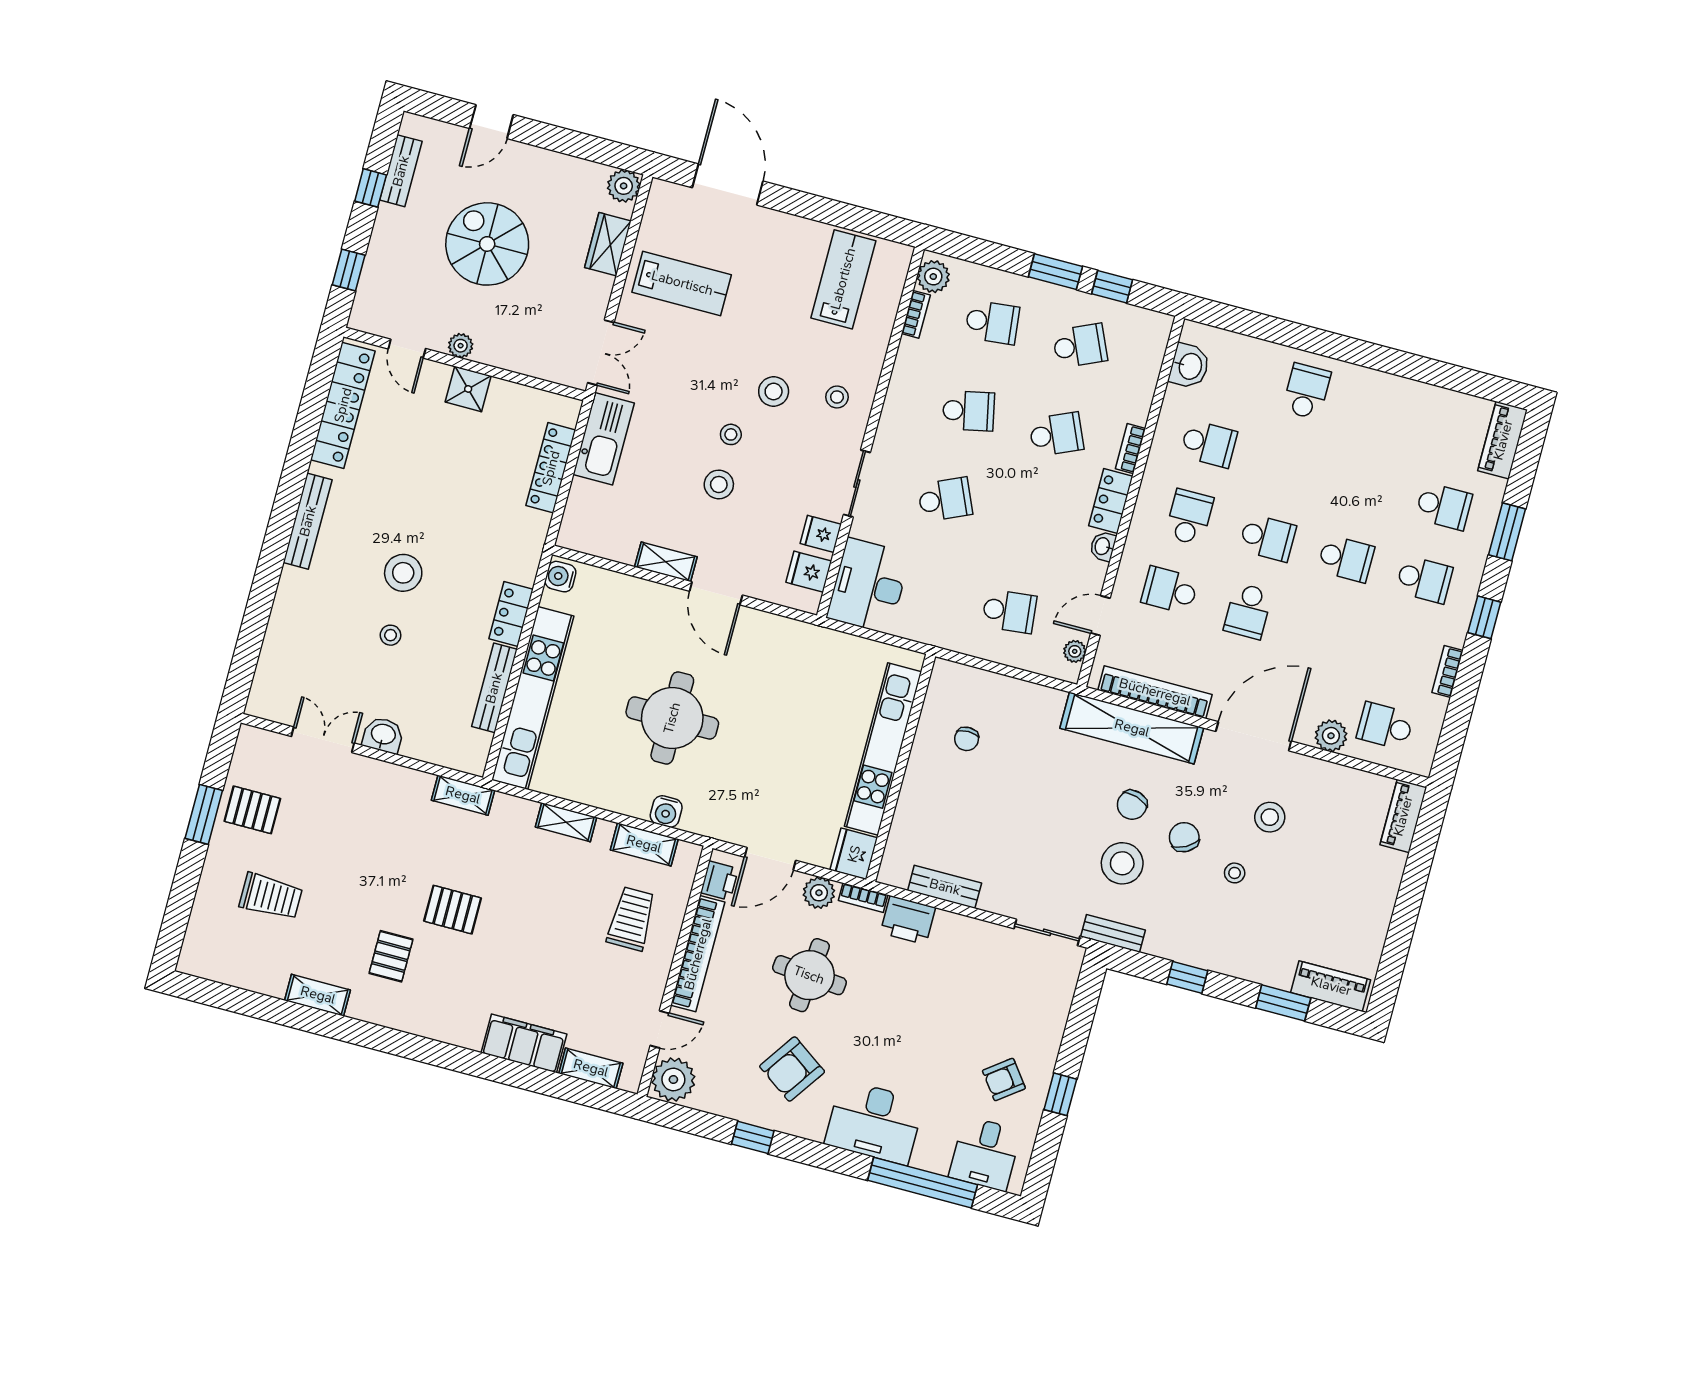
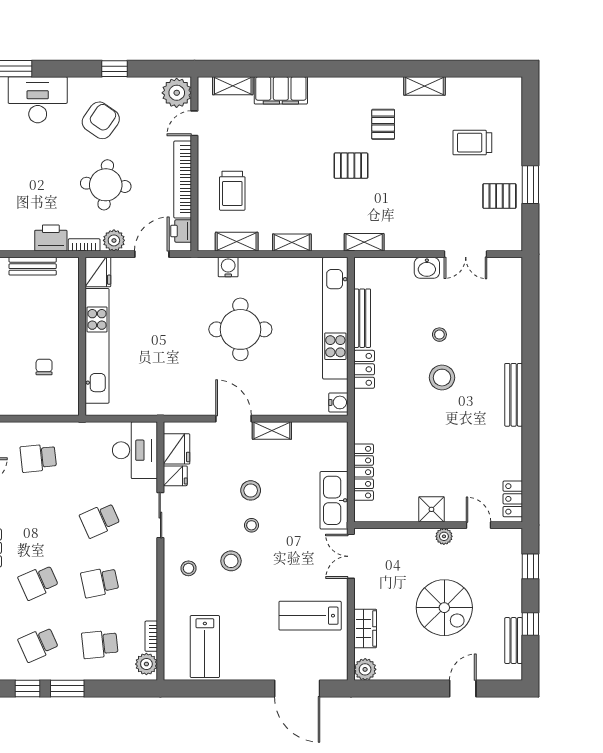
locker: (343, 405) -> (513, 499), width x0.46, depth x0.83
fridge: (809, 572) -> (177, 449), width x1.38

